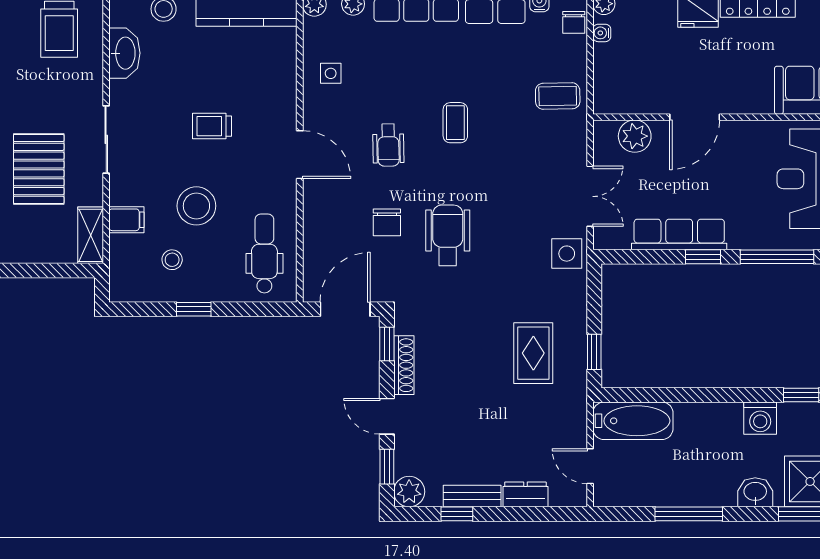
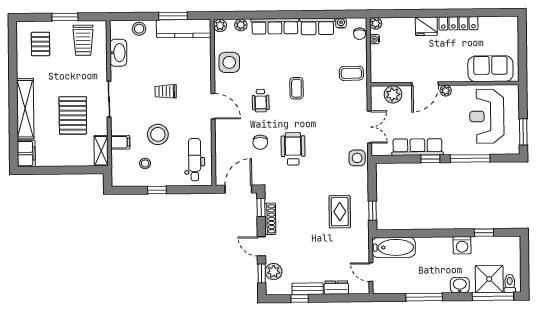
side table: (331, 73) -> (229, 62), width x1.87, depth x1.87
plant: (733, 130) -> (446, 91), added
plant: (409, 492) -> (274, 272), moved

